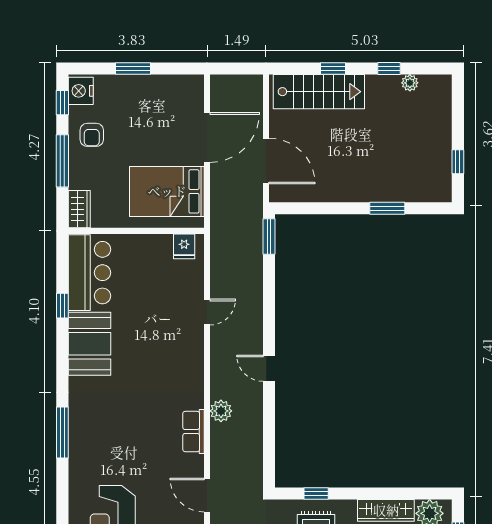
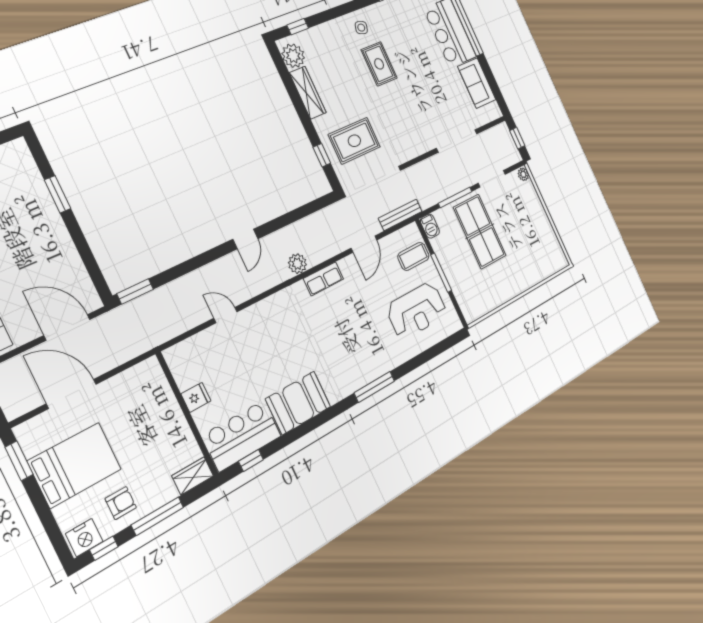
window: (133, 69) -> (19, 461), moved
door: (266, 161) -> (67, 327), hinge flipped
bed: (167, 191) -> (75, 465), moved, turned -90
fridge: (184, 246) -> (196, 397), moved
window: (62, 306) -> (251, 460), moved

